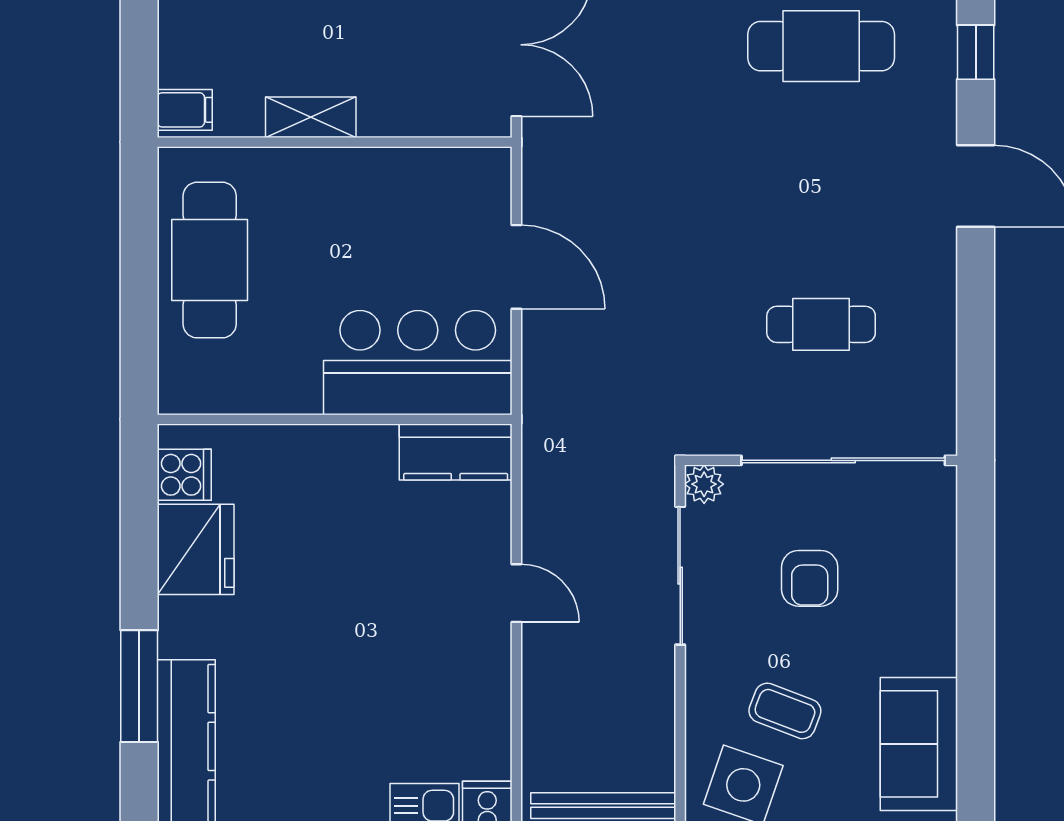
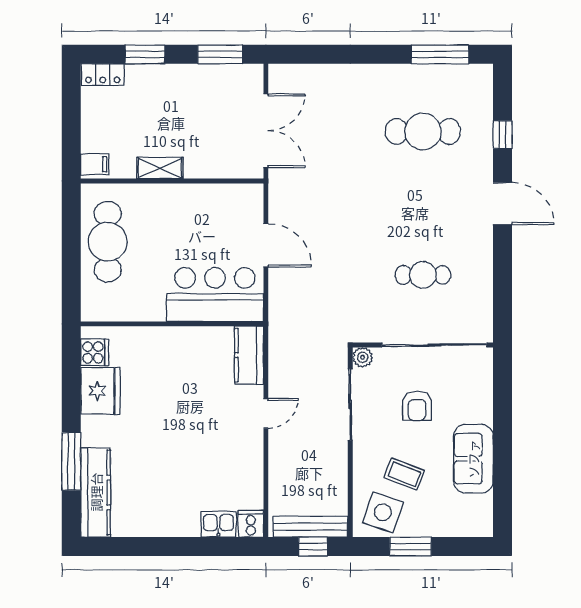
kitchen counter: (456, 452) -> (249, 355), moved, turned 90
door: (516, 593) -> (266, 413), hinge flipped
sofa: (919, 744) -> (473, 459), moved

